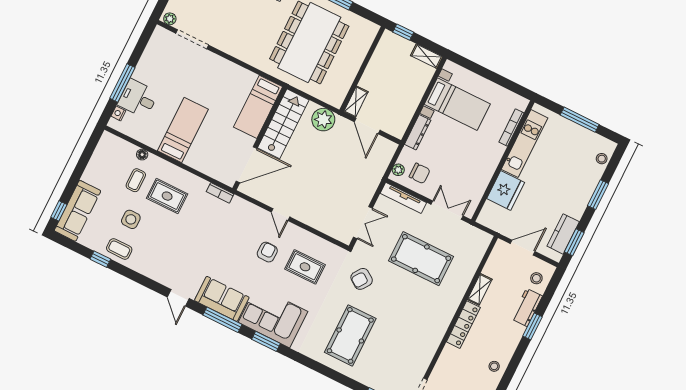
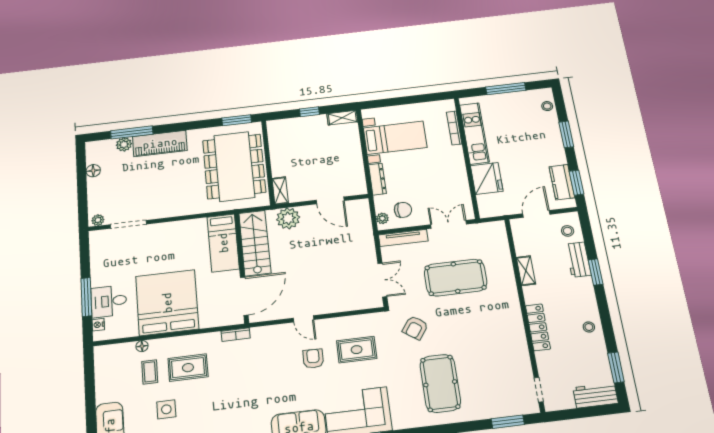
wall: (362, 69) -> (268, 162), moved
shelving: (356, 102) -> (280, 191), moved
bed: (183, 130) -> (167, 303), width x2.04
locker: (463, 325) -> (538, 327), moved

